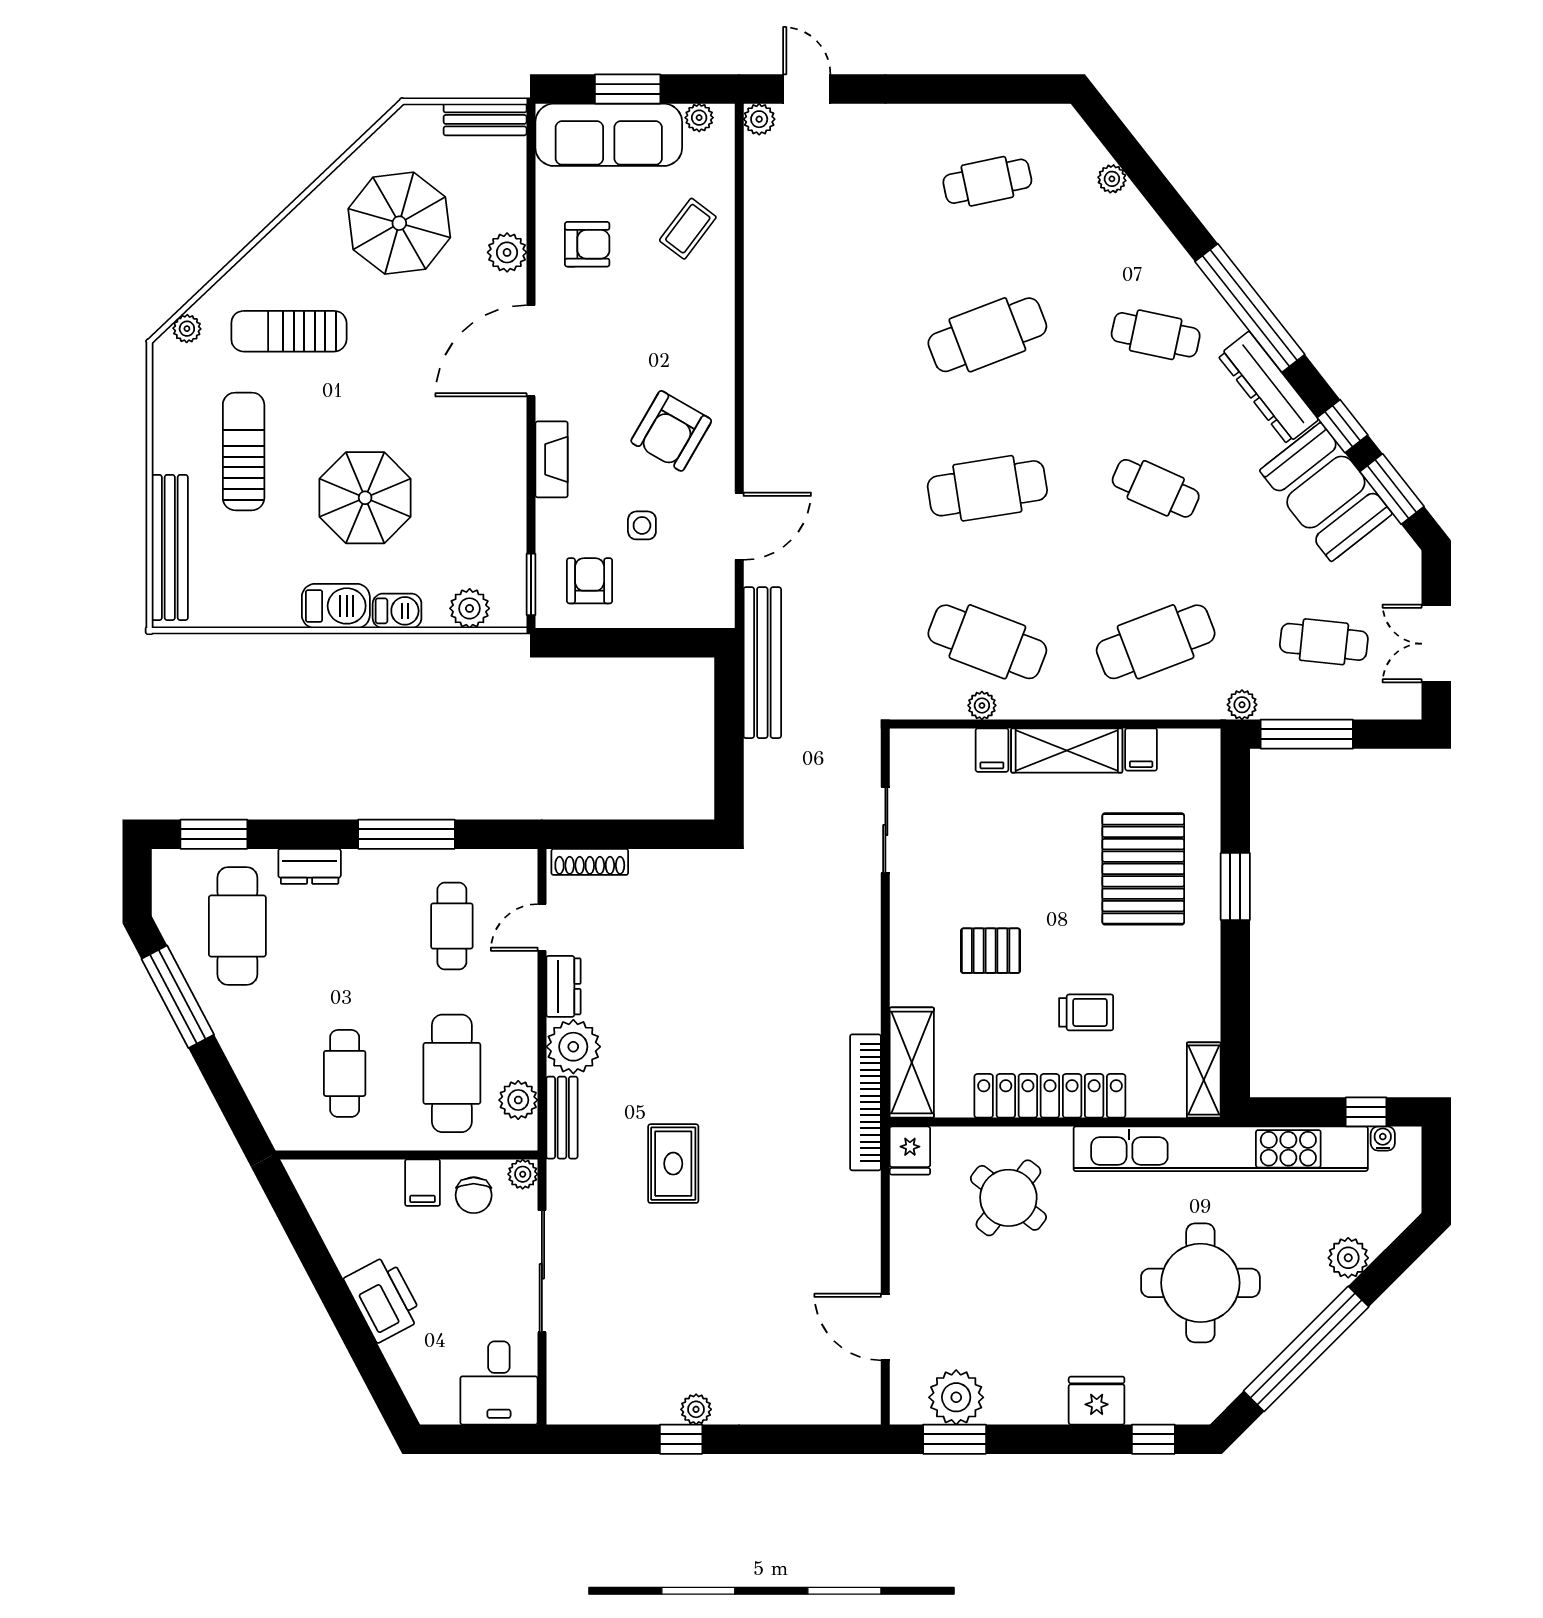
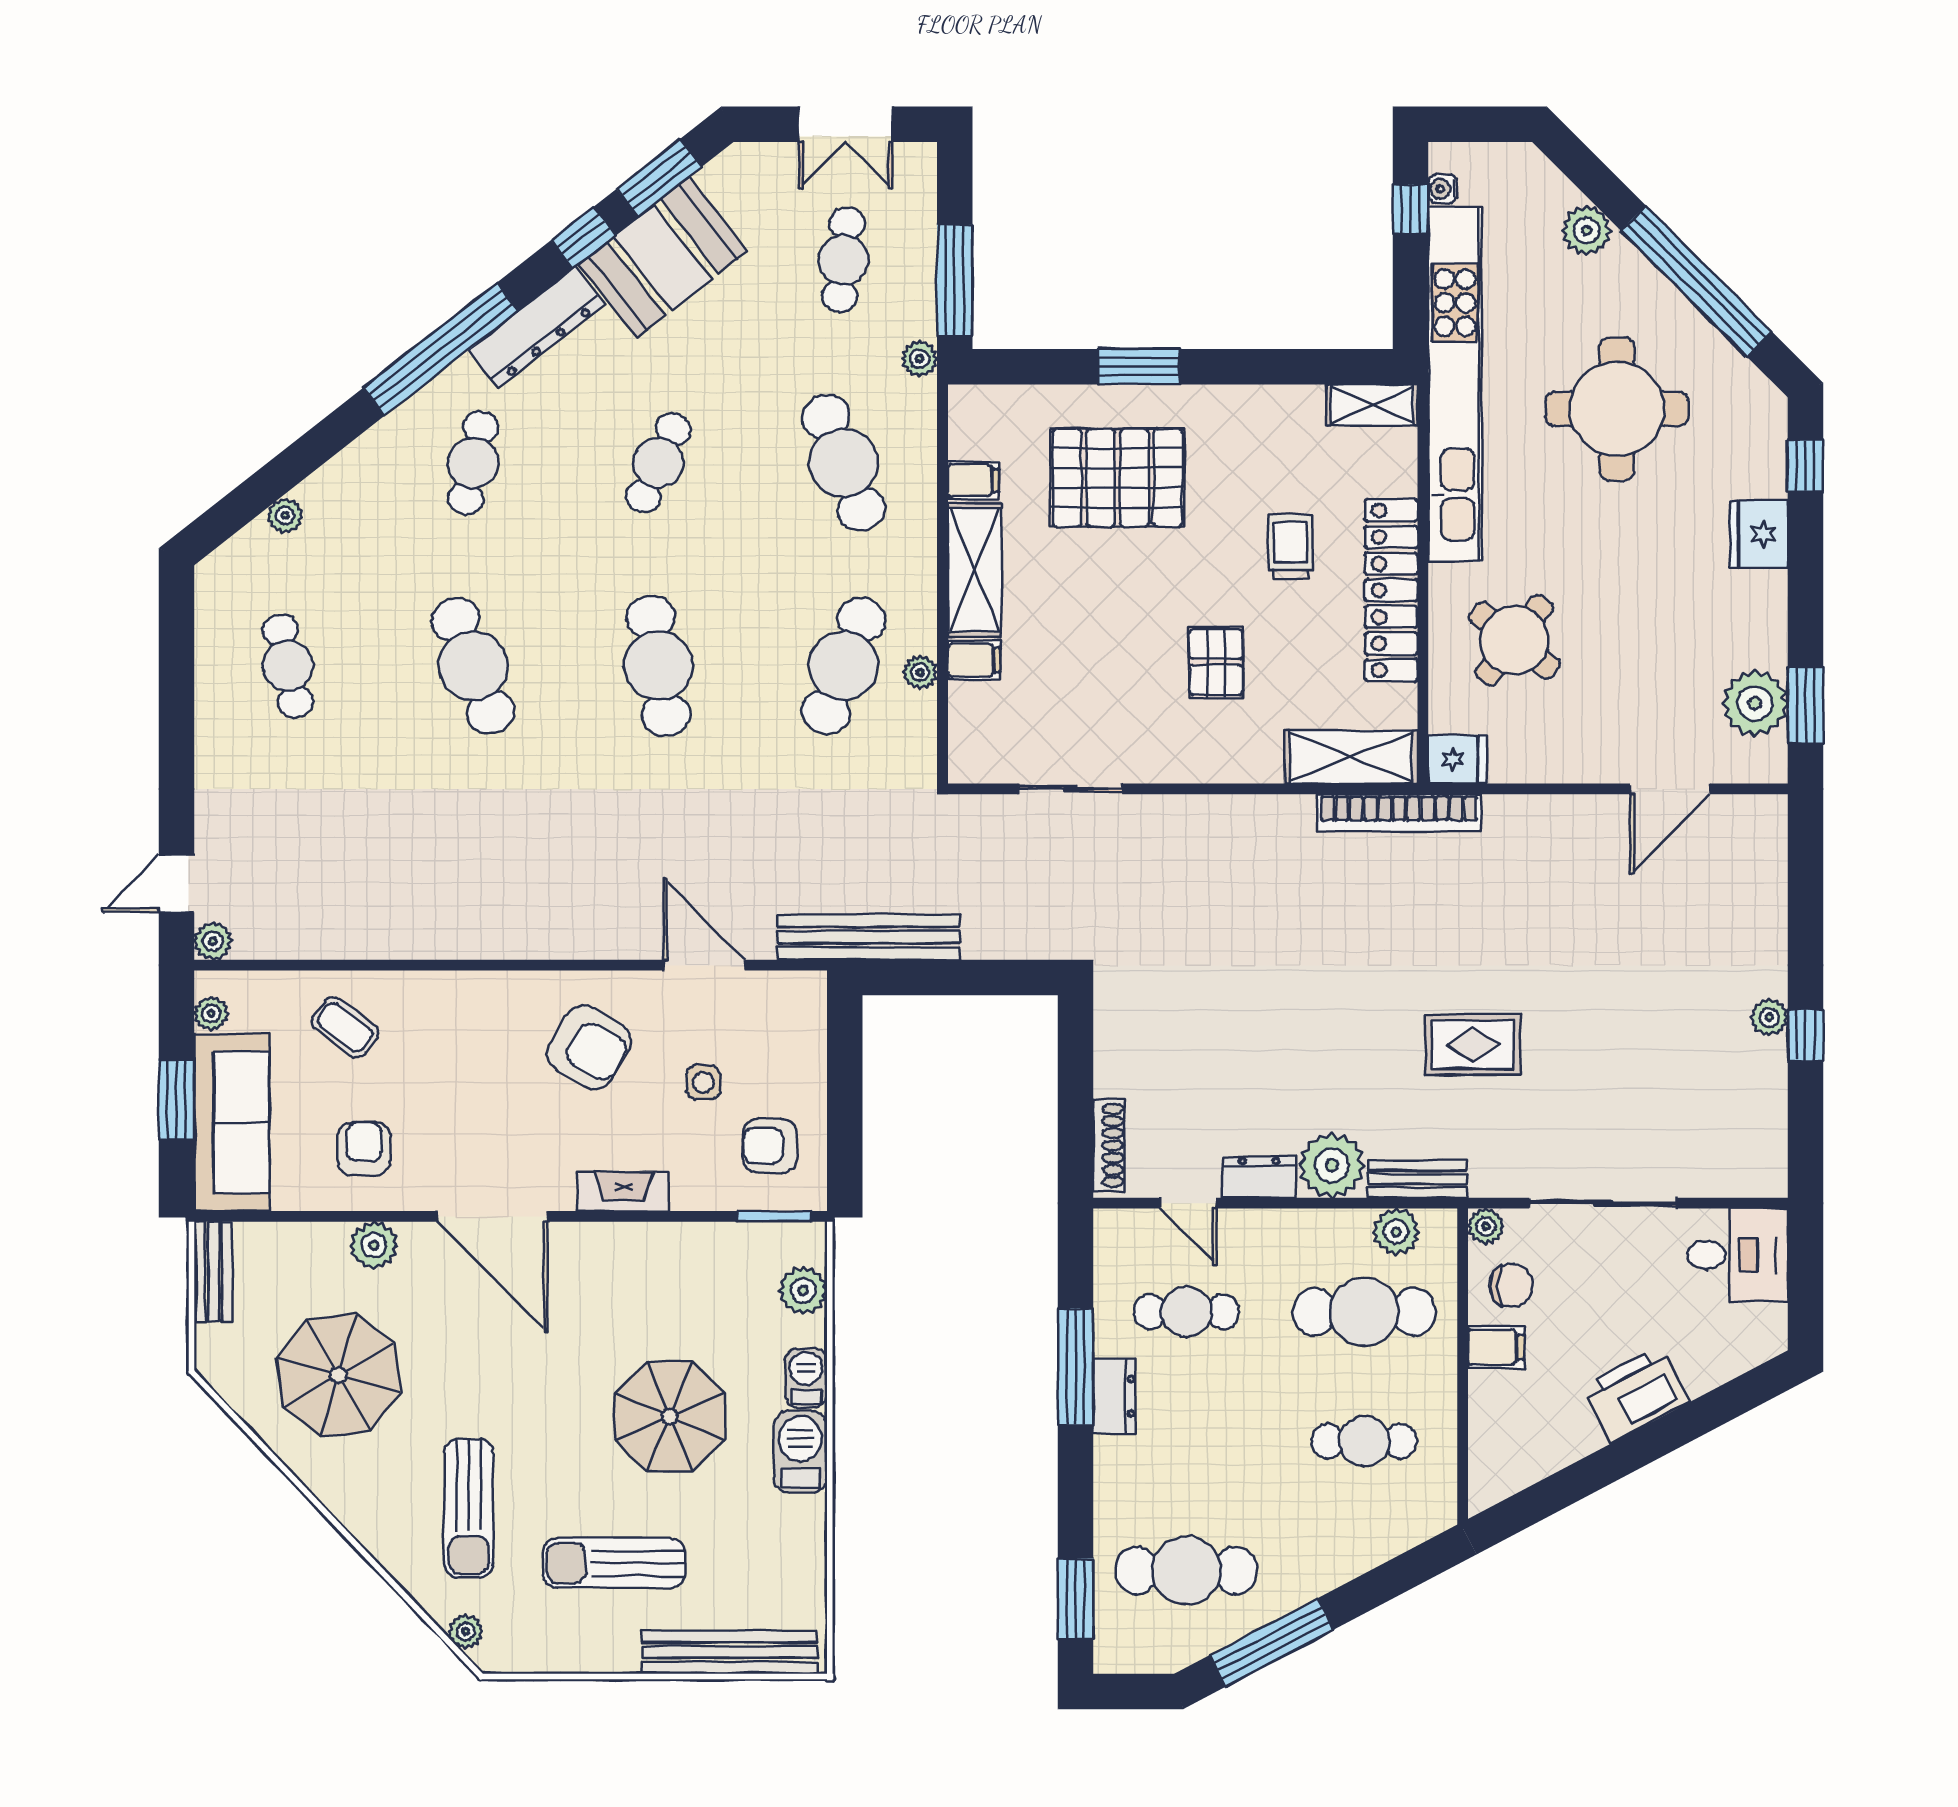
dresser: (310, 866) -> (1114, 1396), moved

